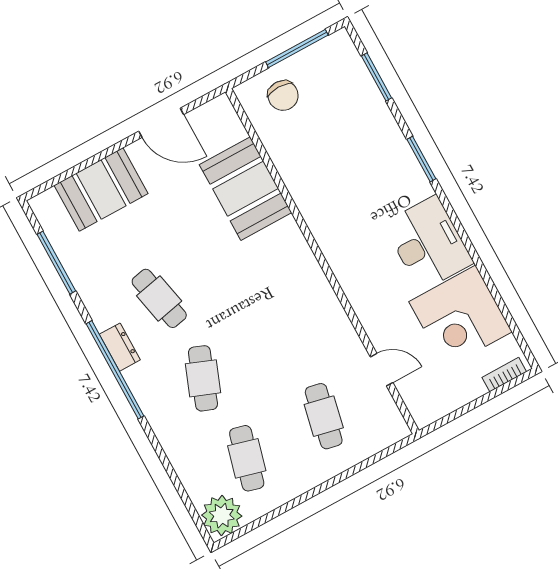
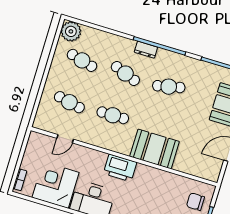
booth: (246, 189) -> (155, 149), moved
printer: (344, 250) -> (120, 168), added
cafe table: (280, 336) -> (113, 115), added
dresser: (120, 347) -> (146, 50), moved

